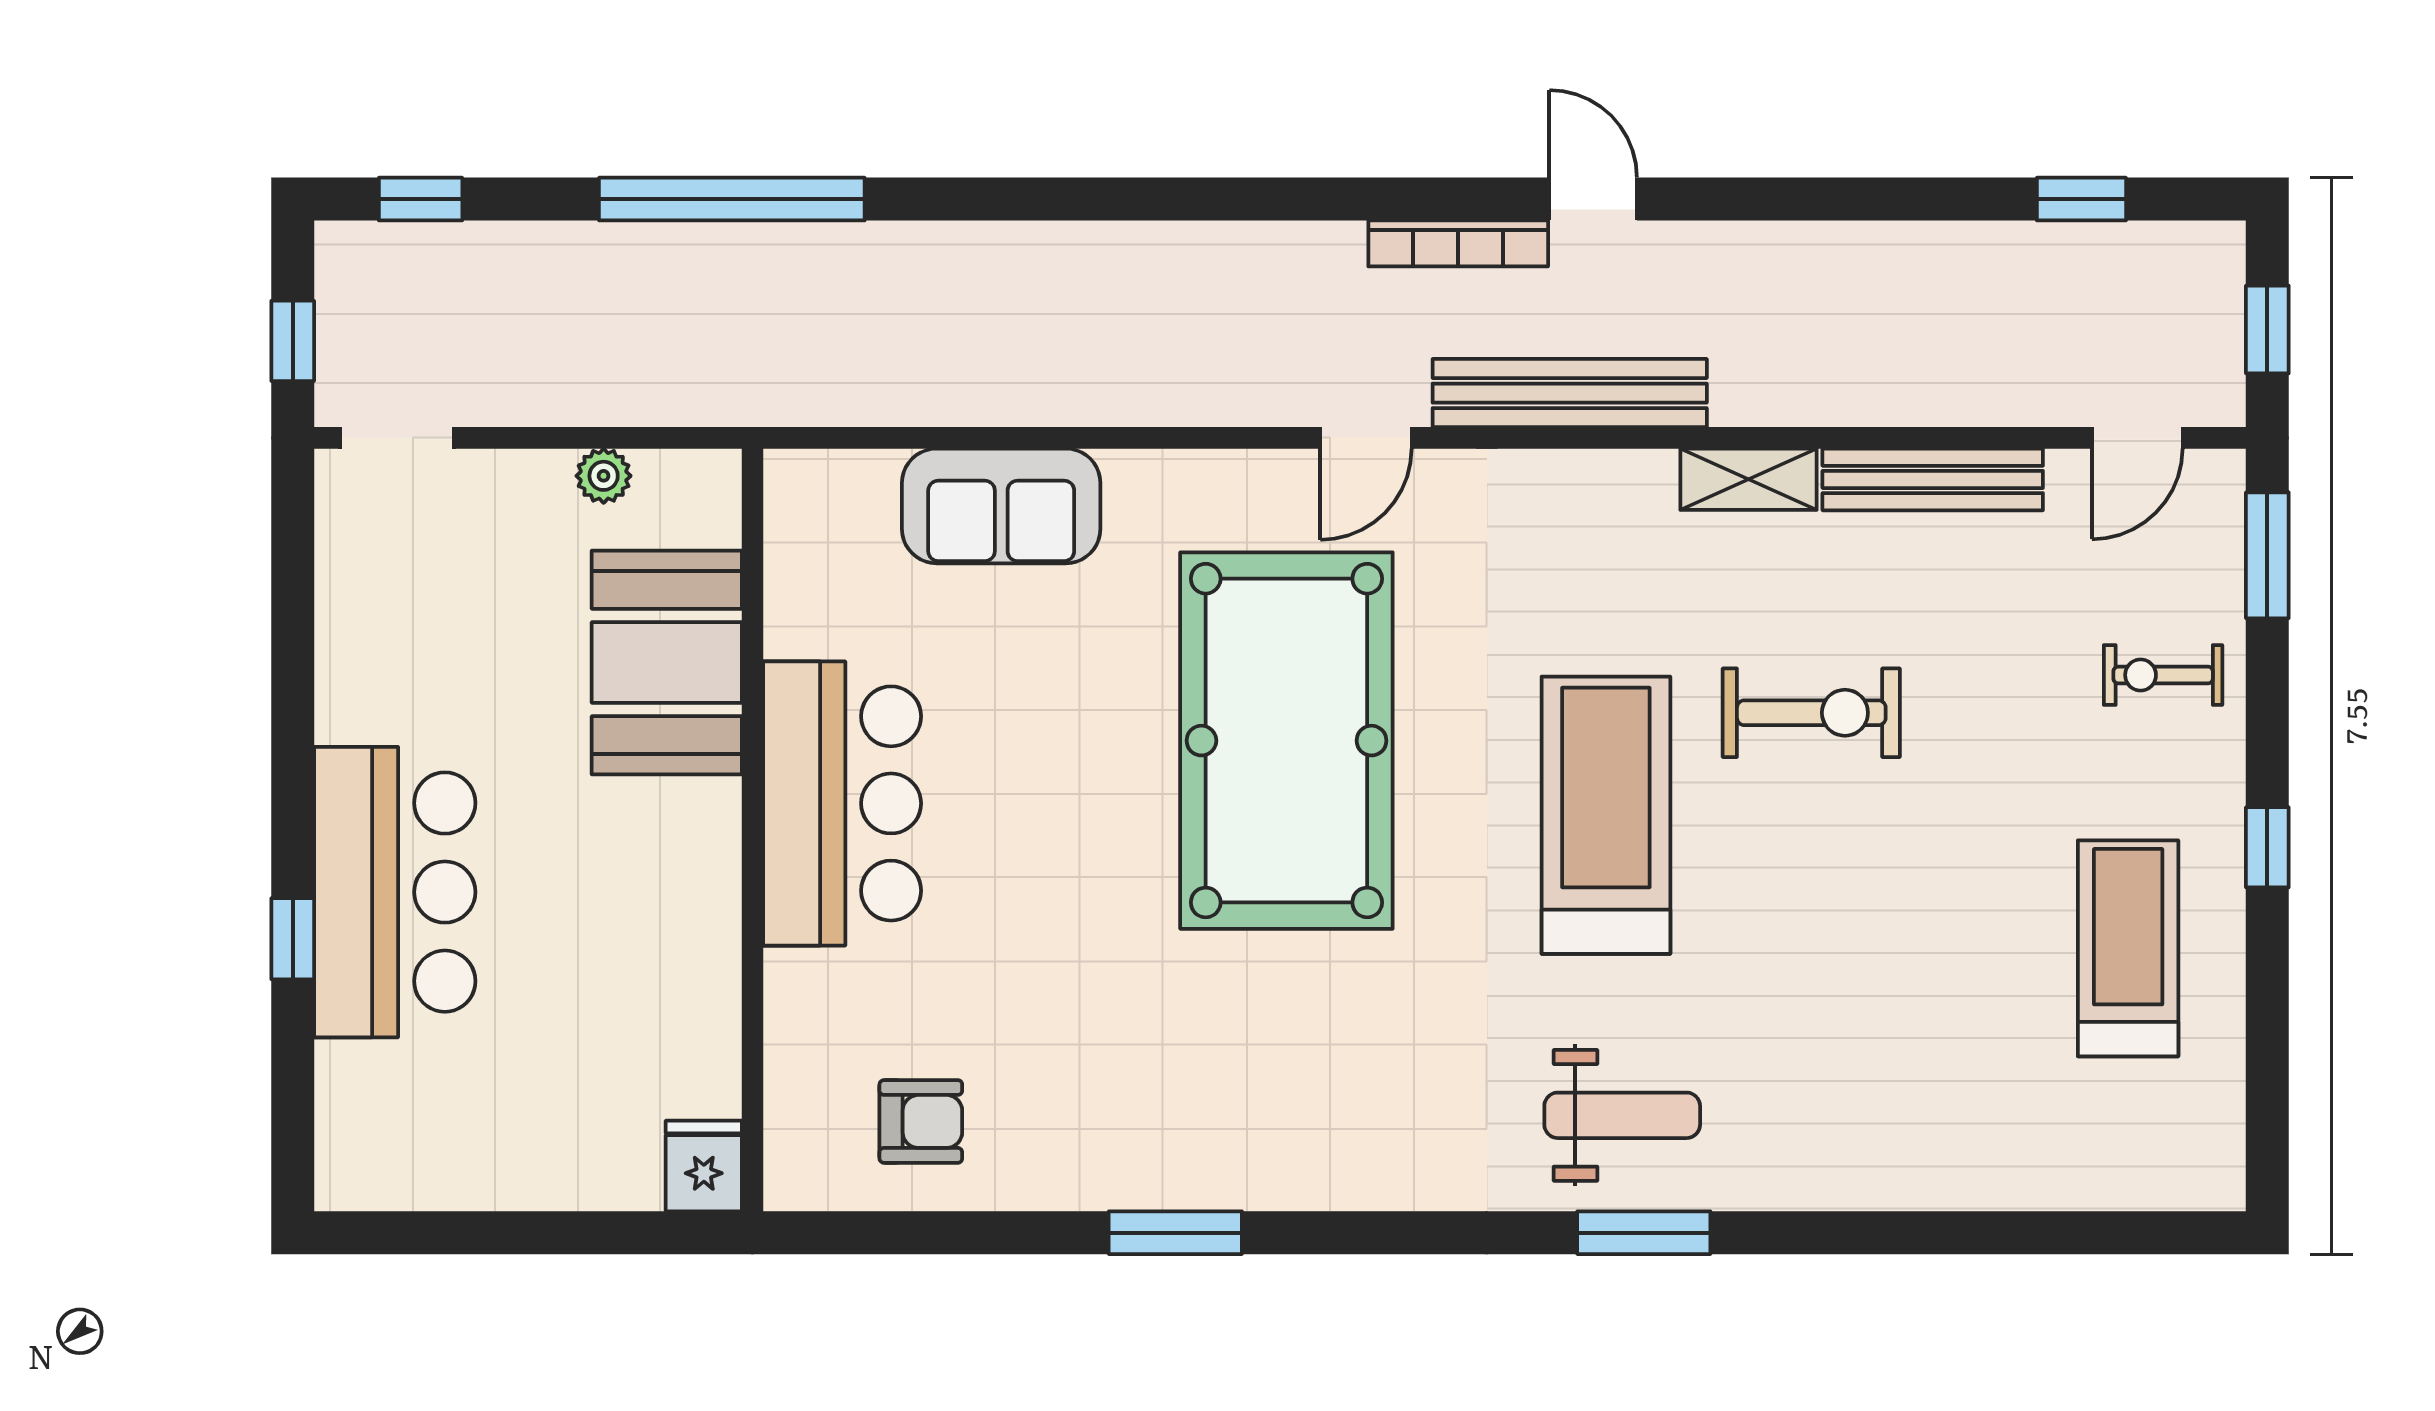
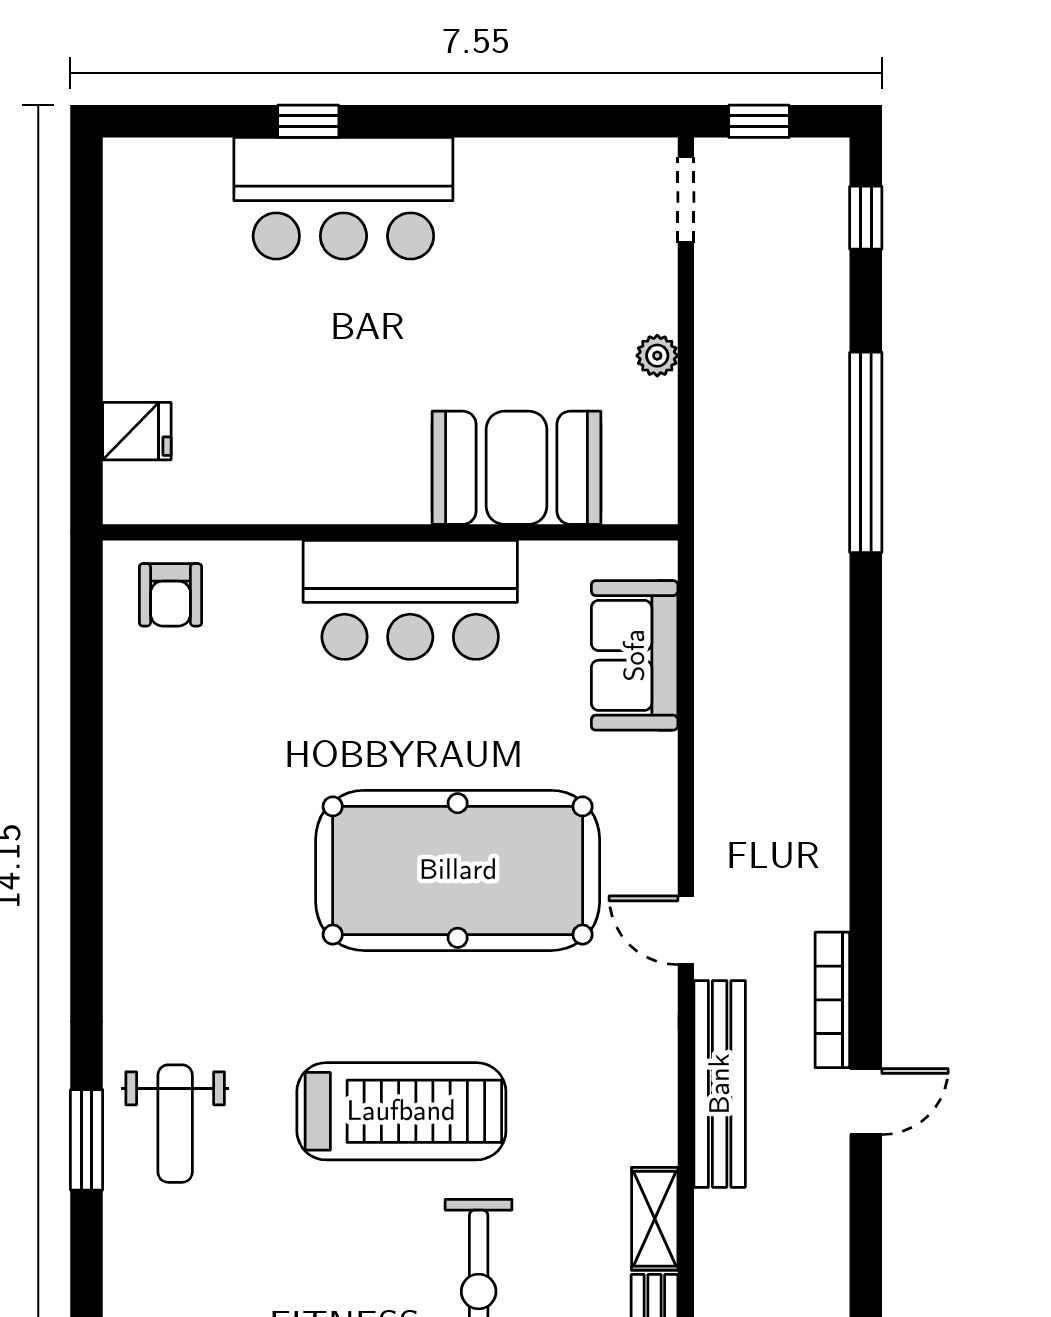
booth: (667, 662) -> (517, 468), moved
bar counter: (842, 803) -> (410, 600), moved
wall: (752, 830) -> (390, 532), moved
window: (1175, 1233) -> (87, 787), removed

